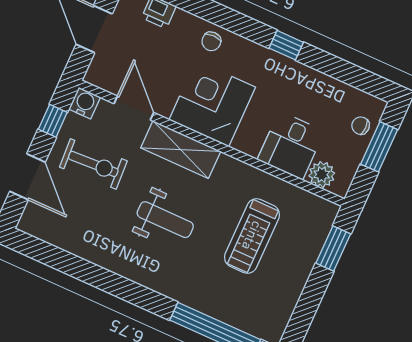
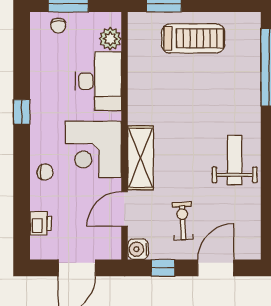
desk: (291, 145) -> (98, 81), width x1.37
exercise bike: (93, 164) -> (183, 221), width x0.73, depth x0.72
weight bench: (165, 220) -> (235, 160), moved
treadmill: (252, 236) -> (193, 38), moved

